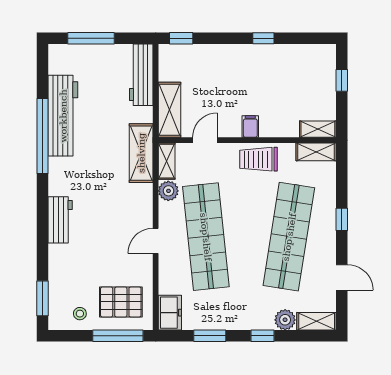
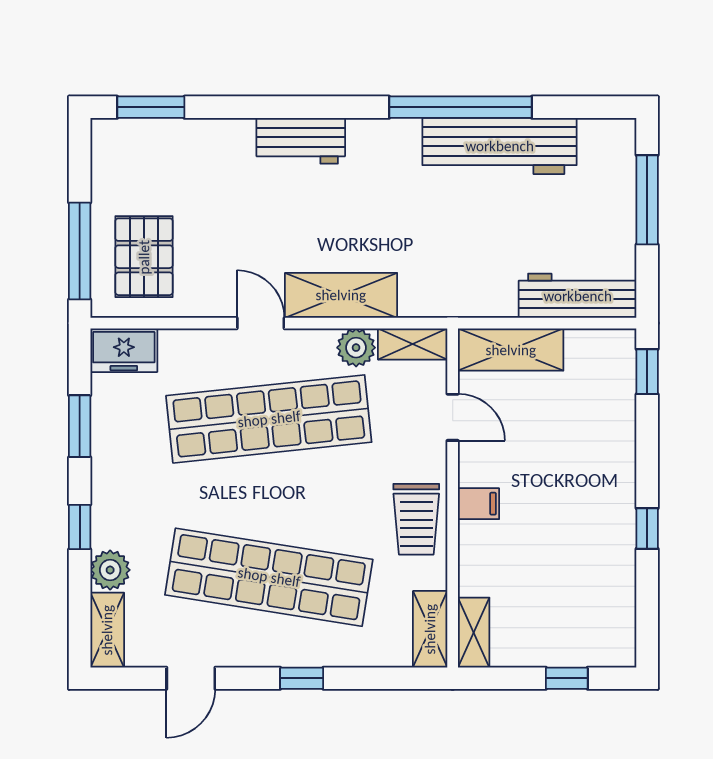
shelving: (141, 153) -> (341, 295), moved
trolley: (258, 159) -> (416, 519), turned 180
stool: (80, 314) -> (122, 179), removed

